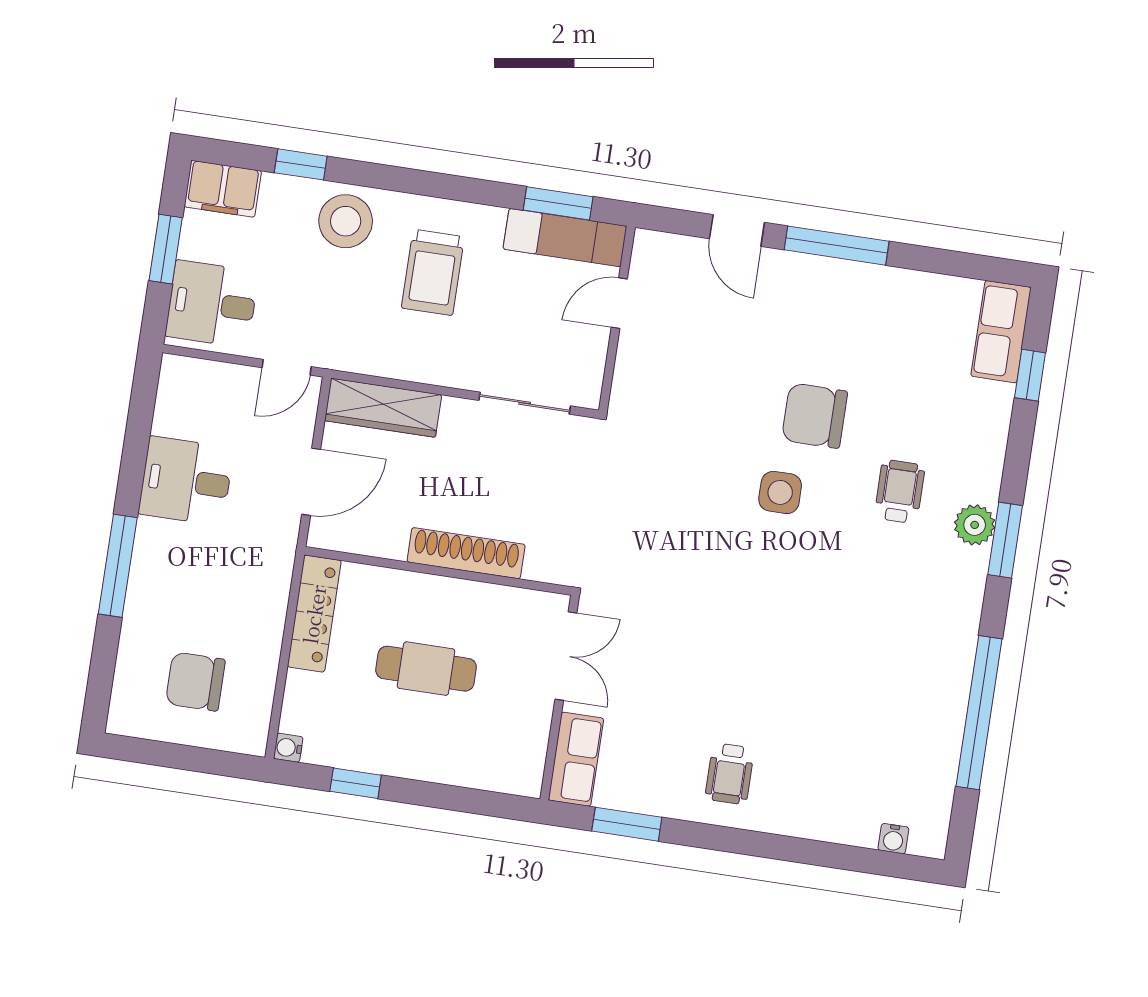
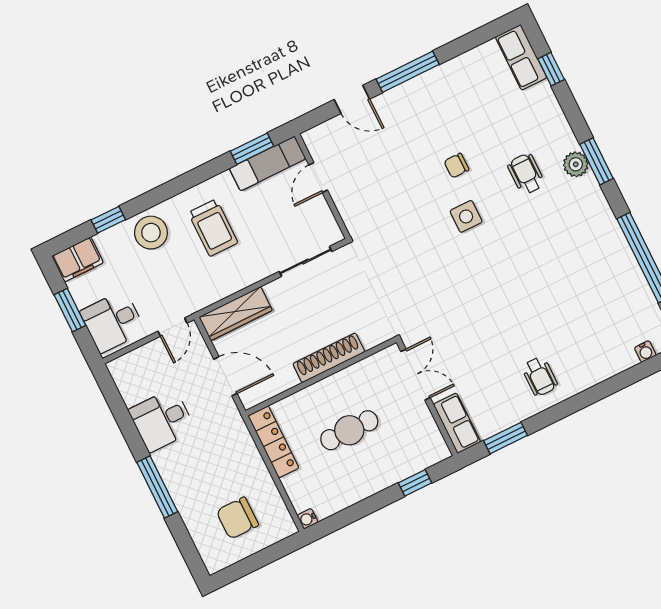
chair: (815, 416) -> (456, 166), width x0.54, depth x0.54
door: (311, 482) -> (225, 376), hinge flipped
window: (356, 783) -> (415, 483), moved

